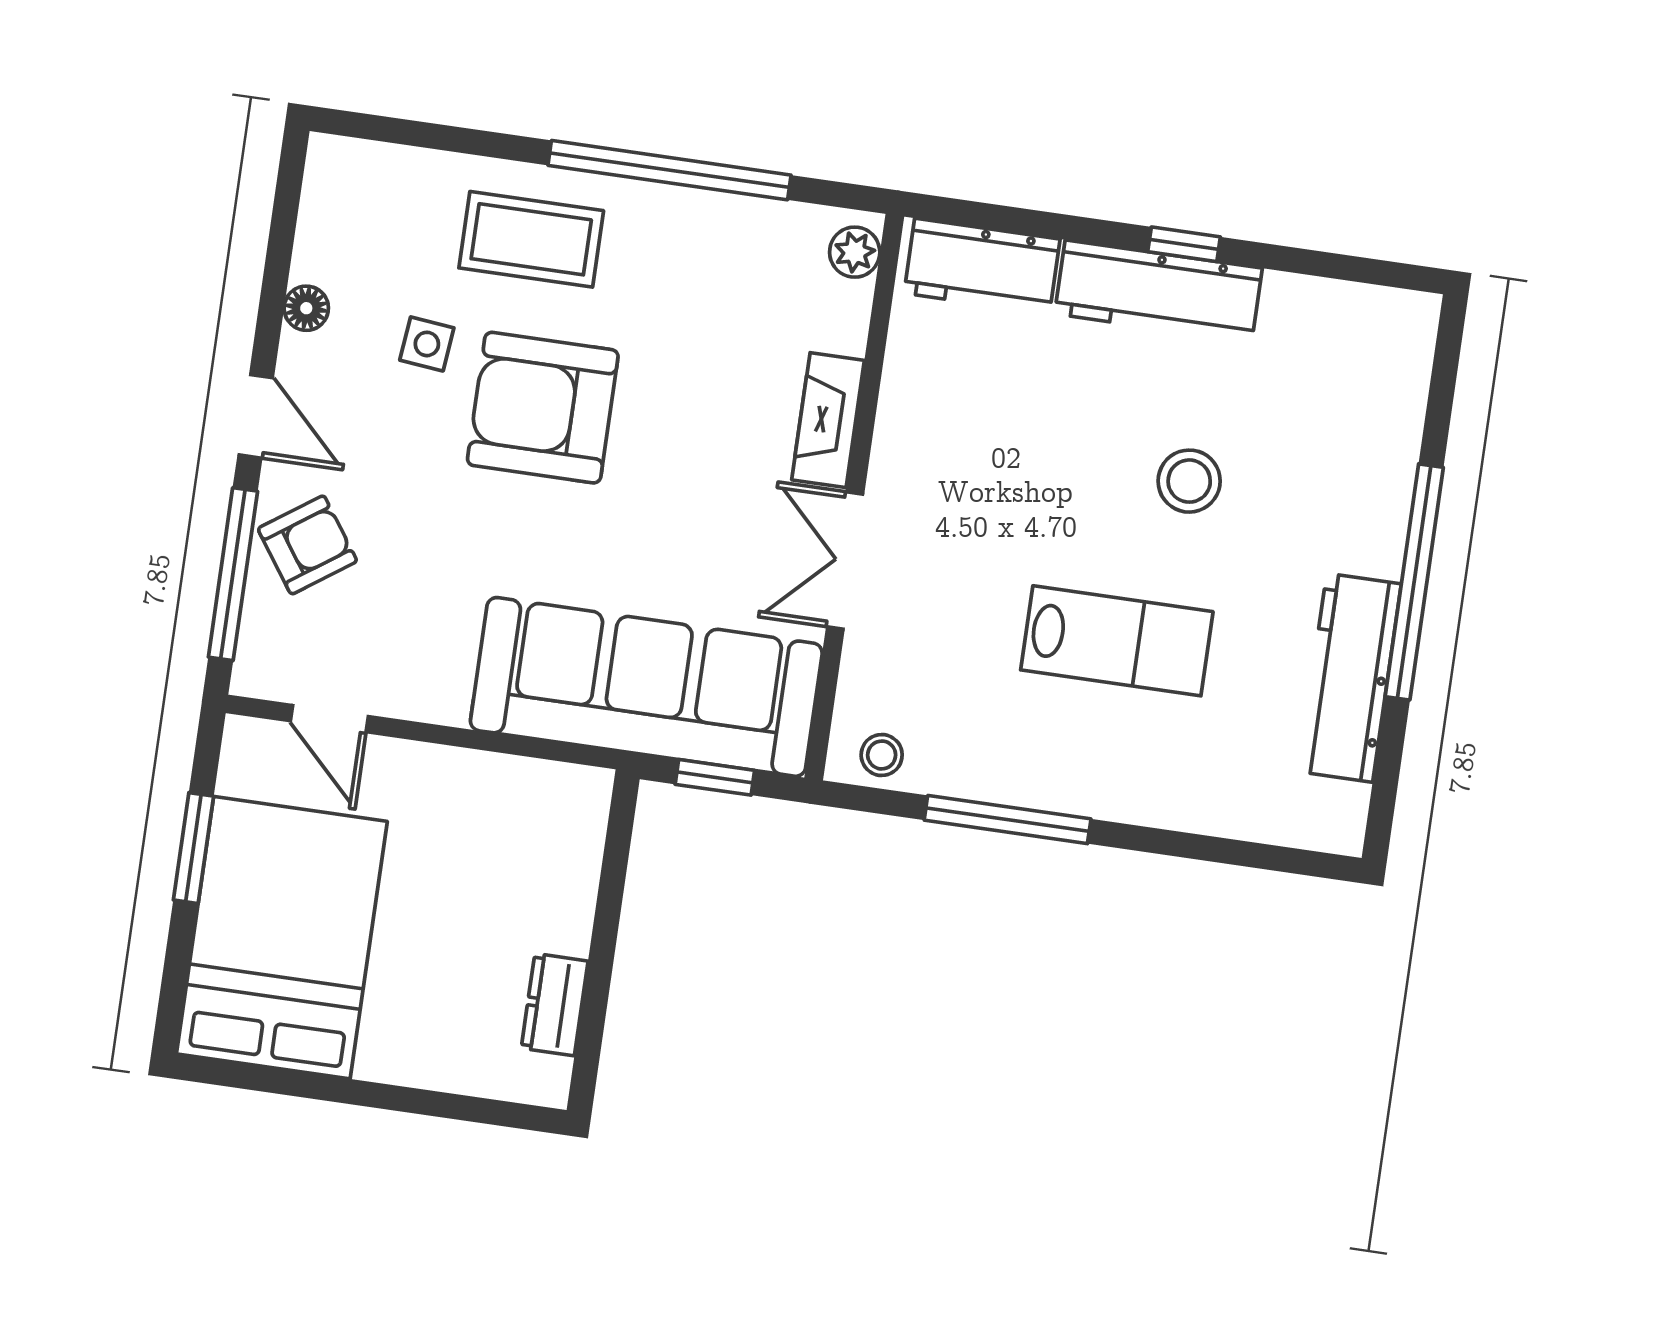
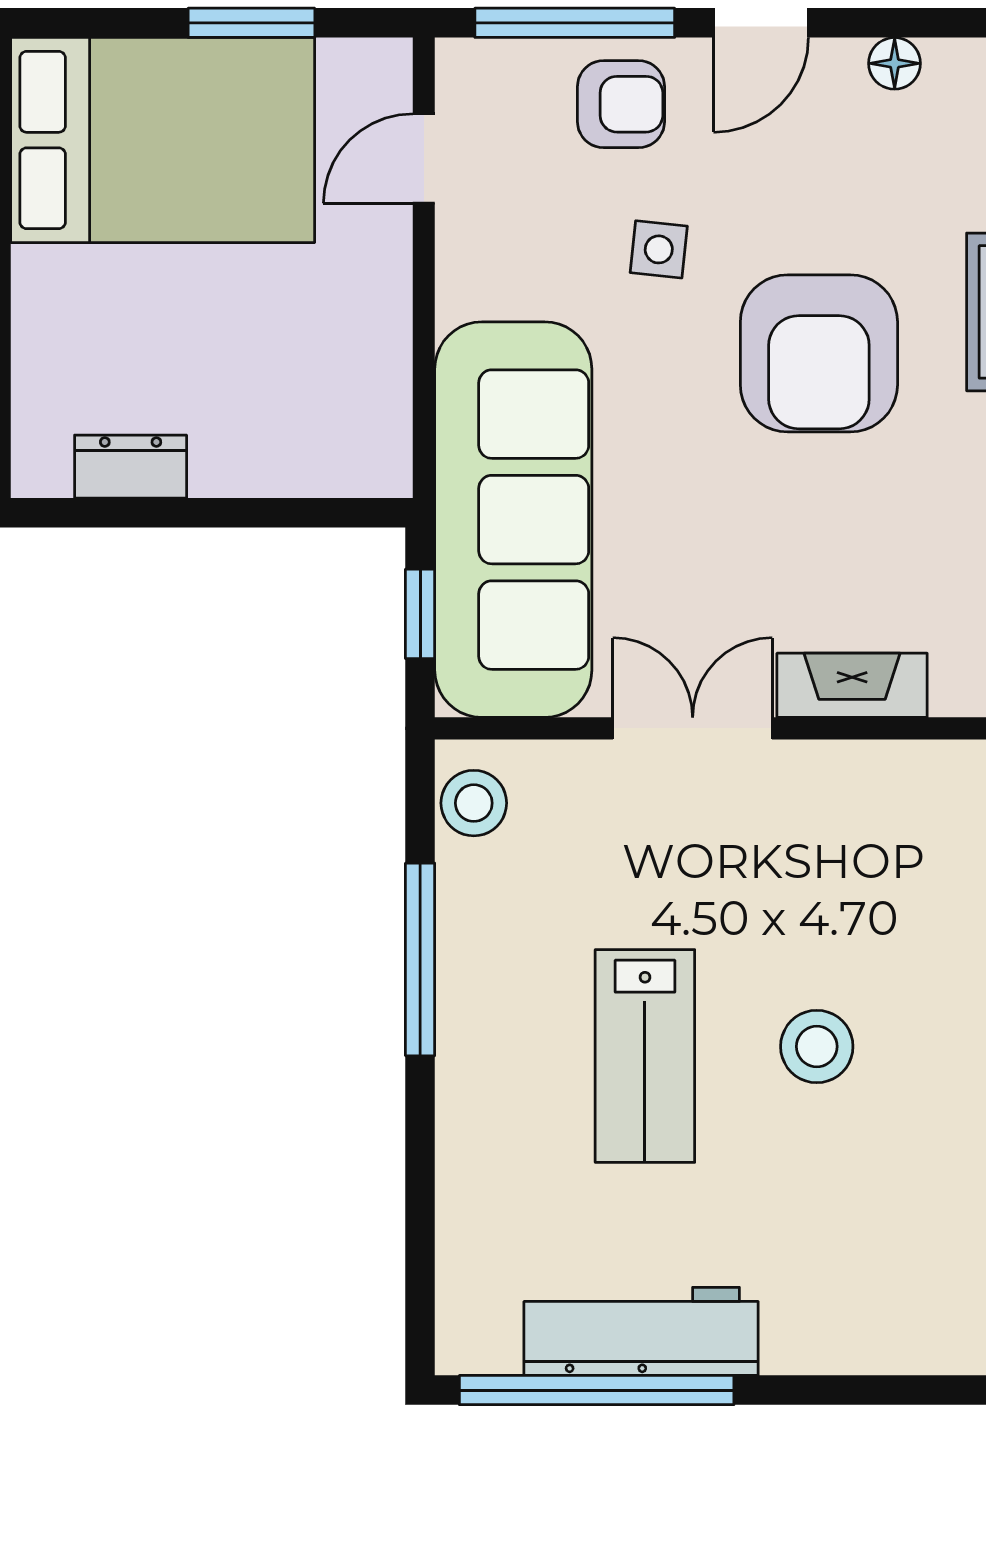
side table: (427, 344) -> (659, 249), moved
armchair: (543, 408) -> (819, 353), turned 180
stool: (1189, 481) -> (817, 1046), moved
armchair: (307, 545) -> (621, 104), turned -55
window: (1414, 582) -> (597, 1390), moved
stool: (882, 755) -> (474, 803), width x1.37, depth x1.37

